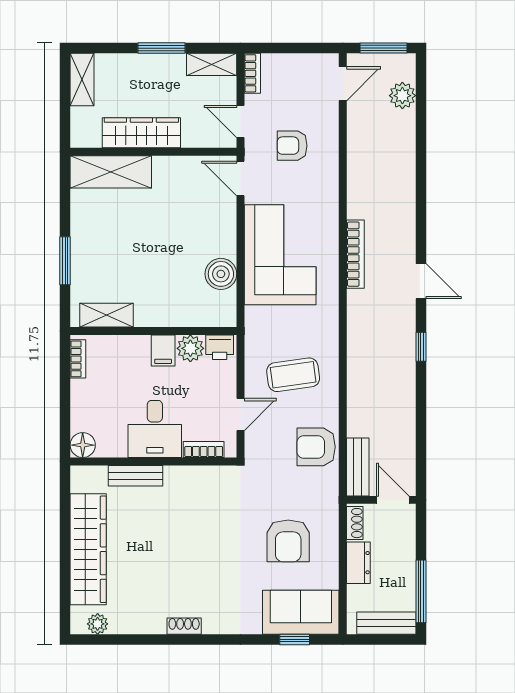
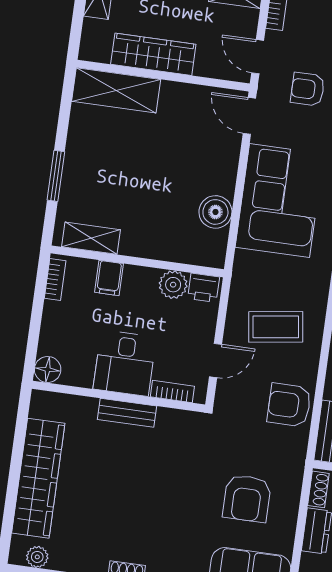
filing cabinet: (163, 350) -> (109, 278), moved
bench: (136, 476) -> (127, 413), moved

